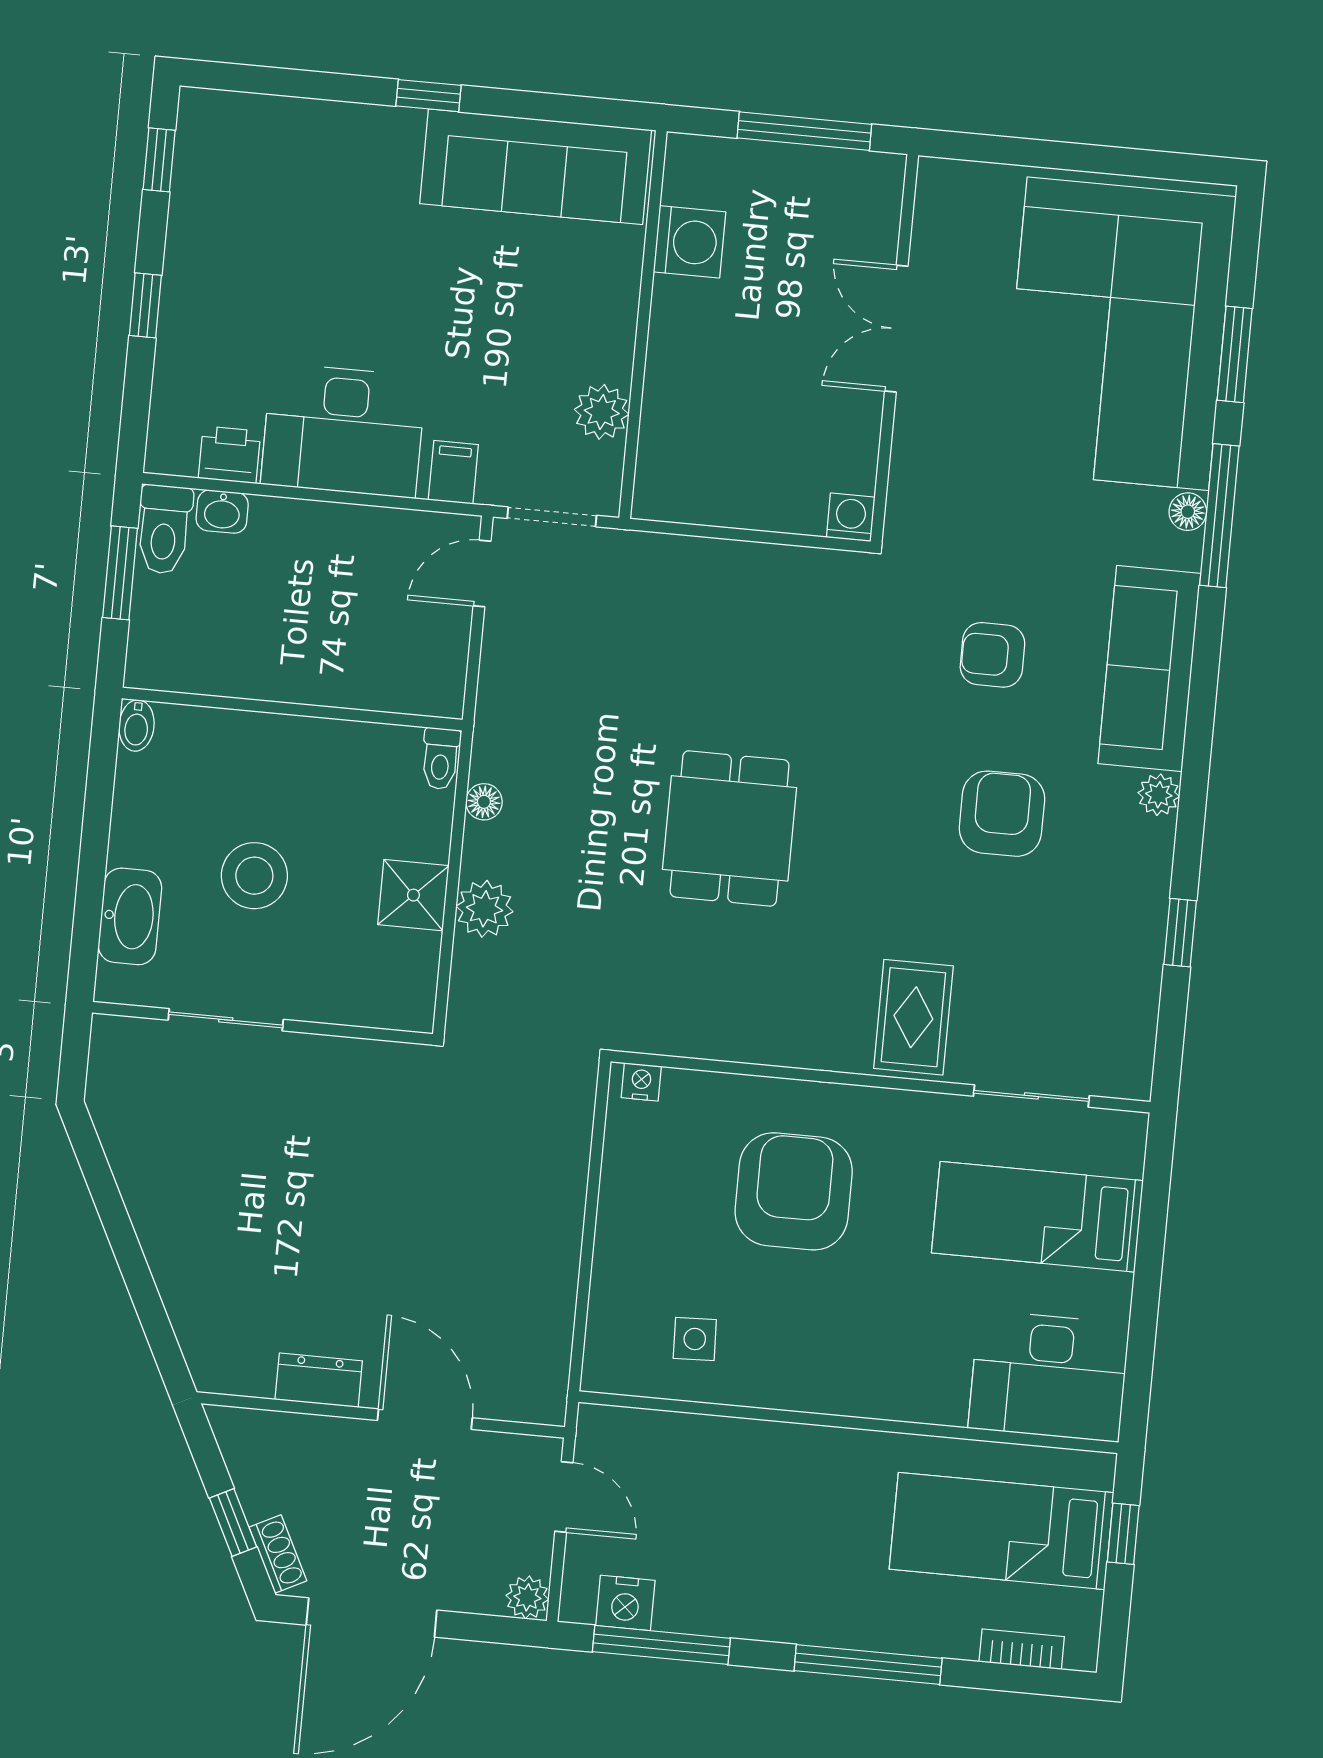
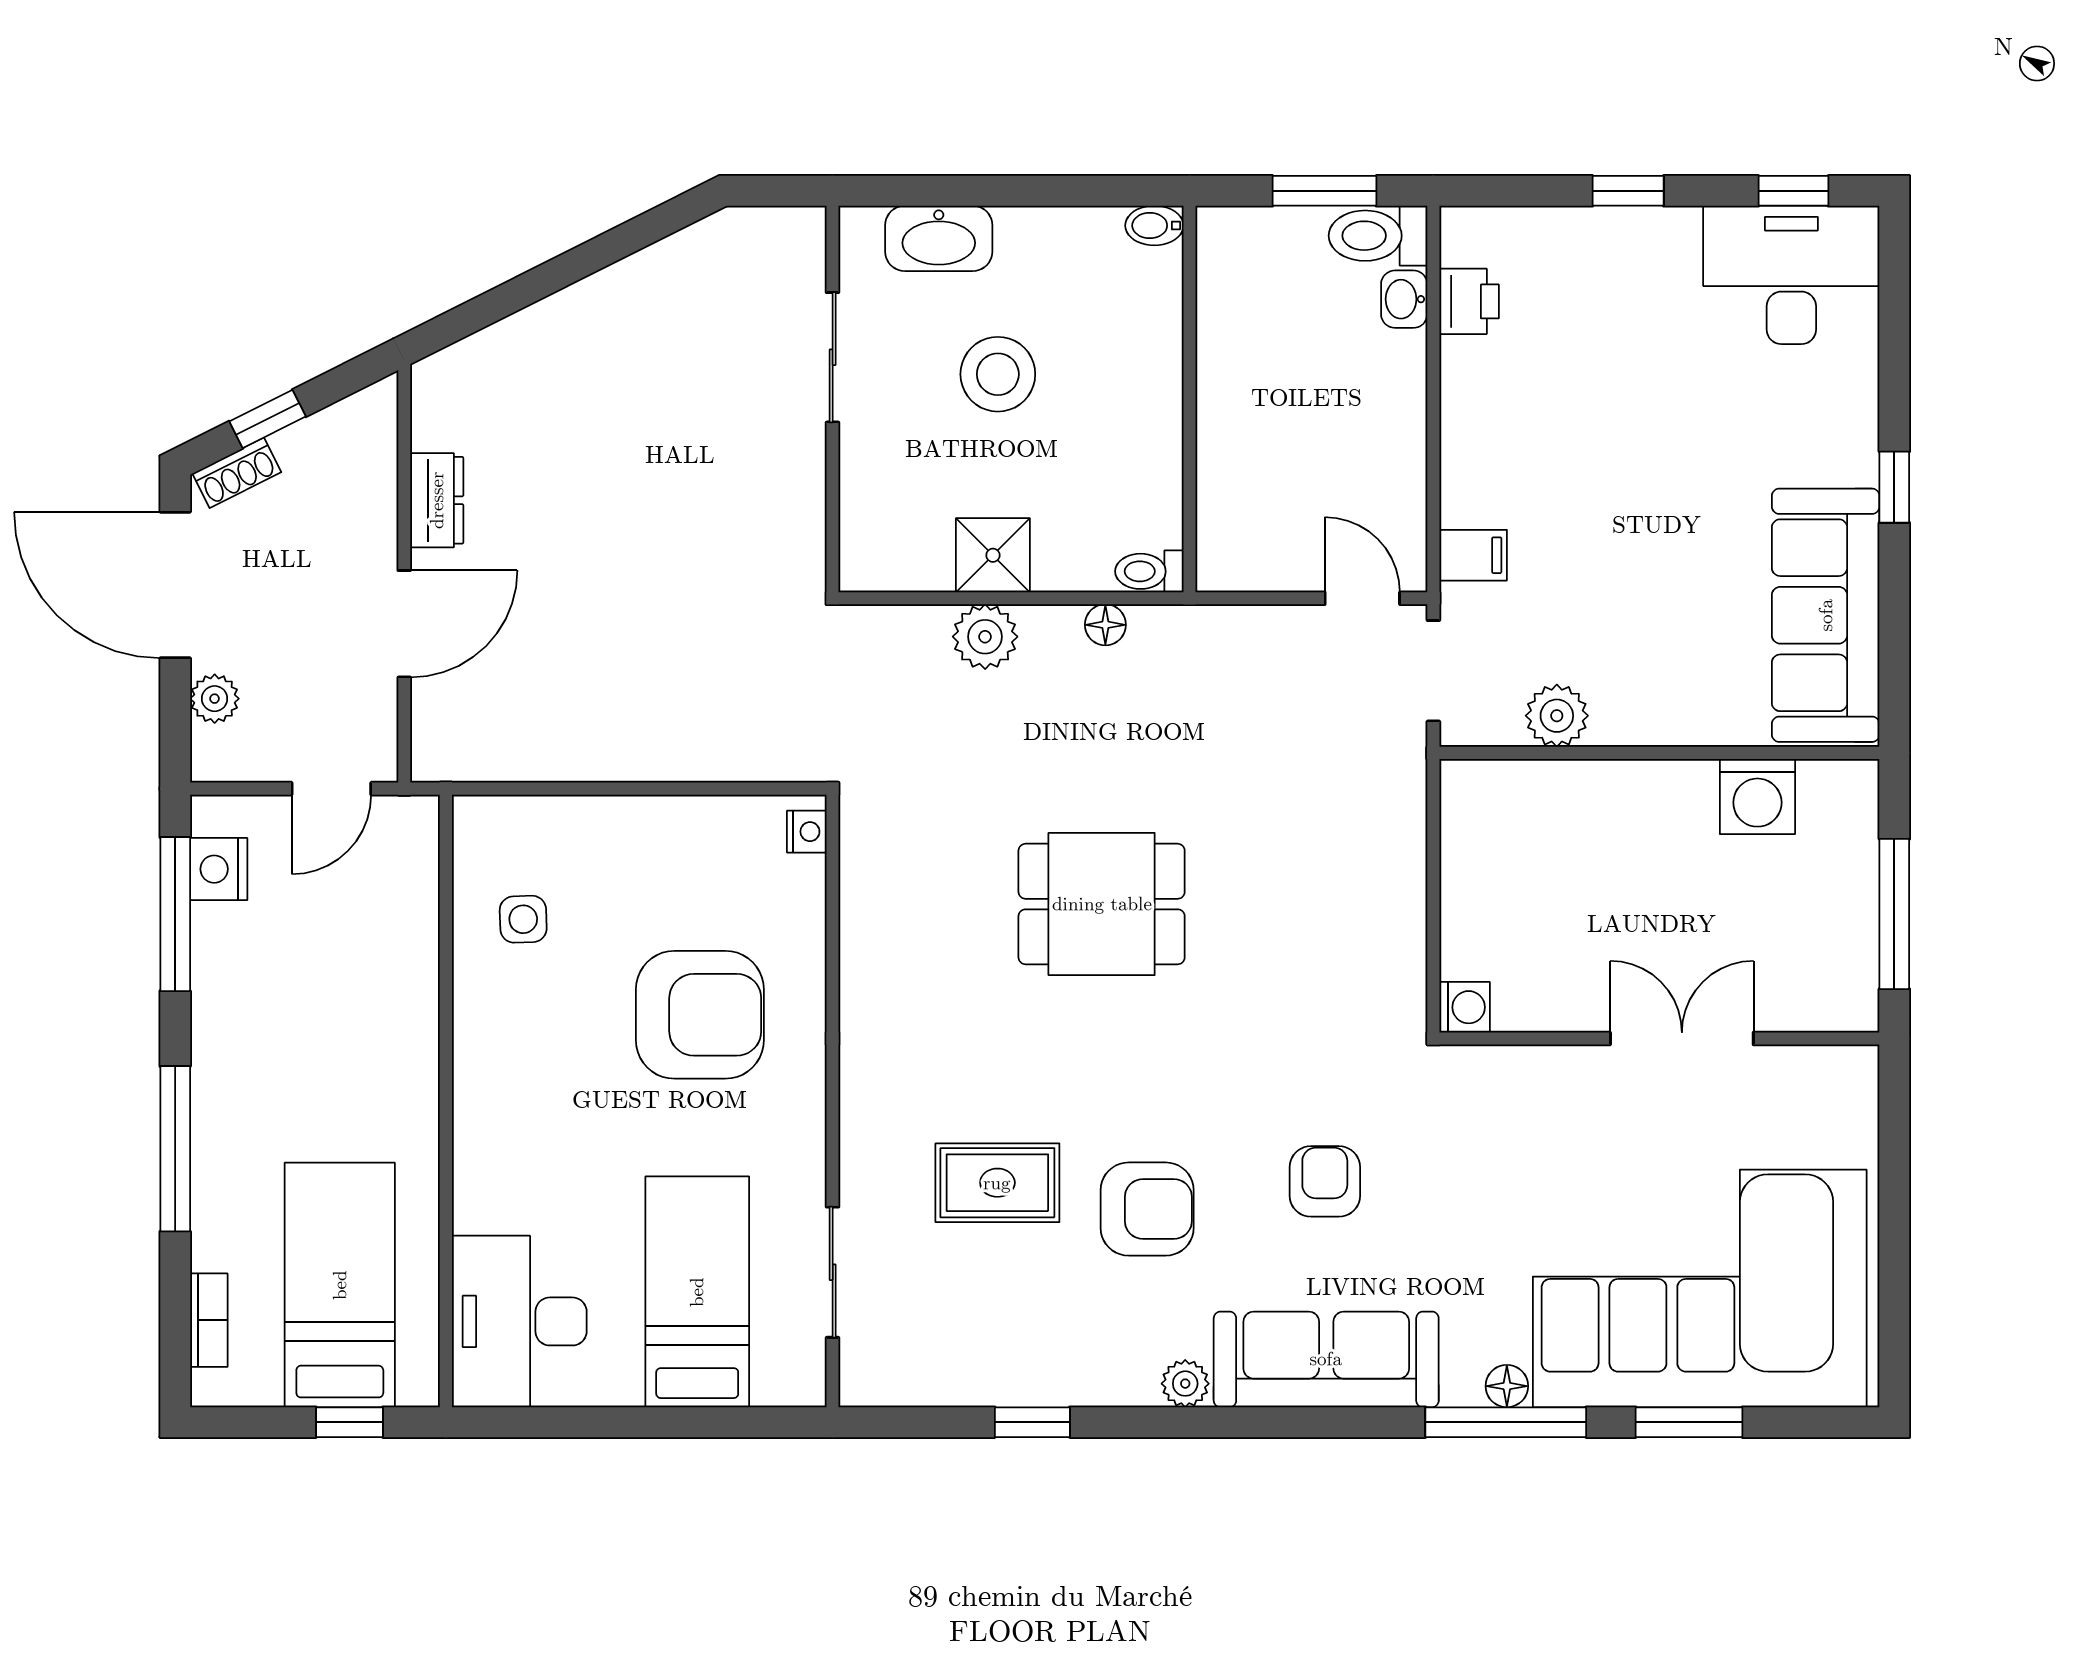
desk: (343, 430) -> (1791, 275), moved, turned 90
rug: (913, 1017) -> (997, 1183), moved
plant: (527, 1597) -> (215, 699), moved

